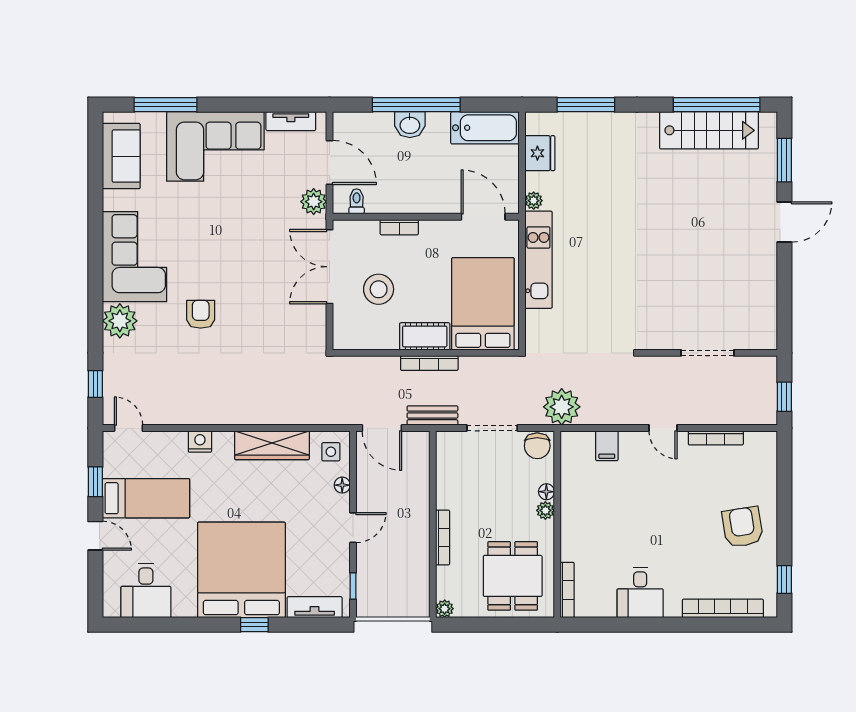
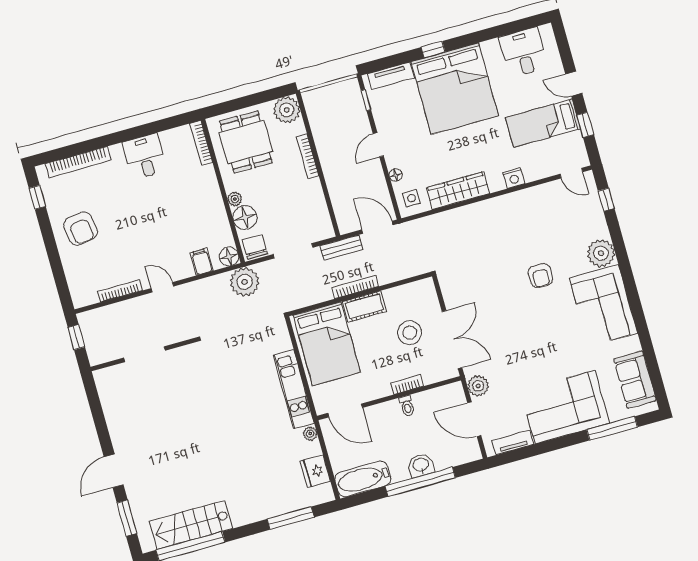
toilet: (357, 201) -> (407, 406), moved
floor lamp: (572, 443) -> (229, 256), added
floor lamp: (546, 492) -> (245, 217), width x1.89, depth x1.89
plant: (445, 609) -> (287, 110), width x1.88, depth x1.88

